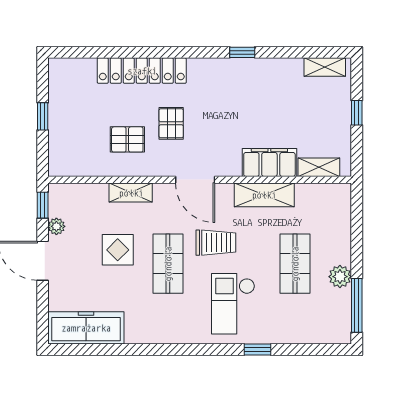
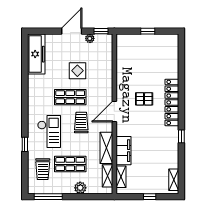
locker: (142, 71) -> (172, 102), moved
pallet: (127, 139) -> (136, 76), removed
shelving: (131, 193) -> (108, 176), moved
trolley: (216, 243) -> (81, 122), turned 180
plant: (340, 277) -> (80, 188), moved
checkout: (233, 304) -> (49, 131), turned 90
trolley: (305, 316) -> (43, 169), added

